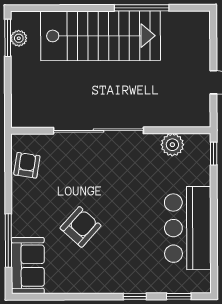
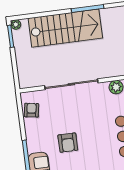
plant: (19, 38) -> (16, 24), moved
armchair: (81, 227) -> (68, 143), turned 138

